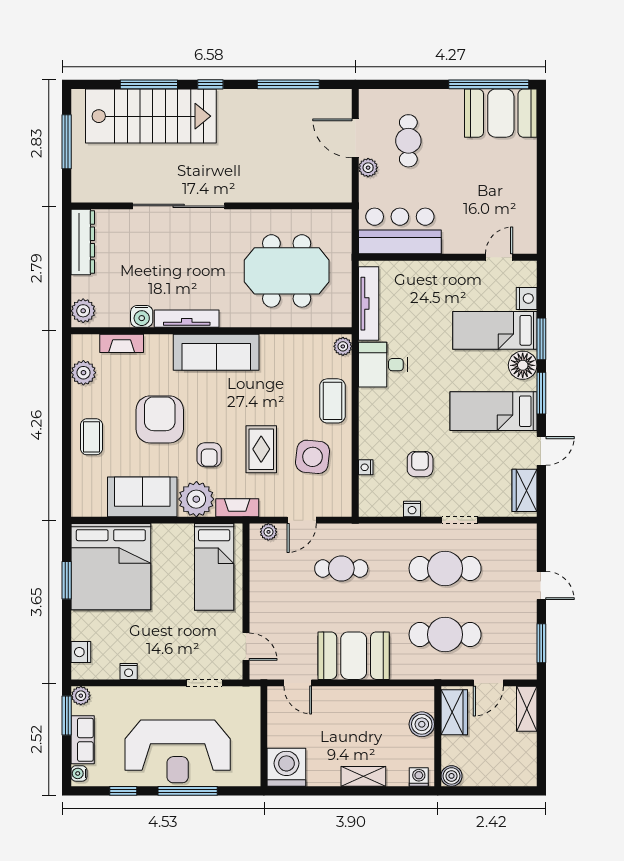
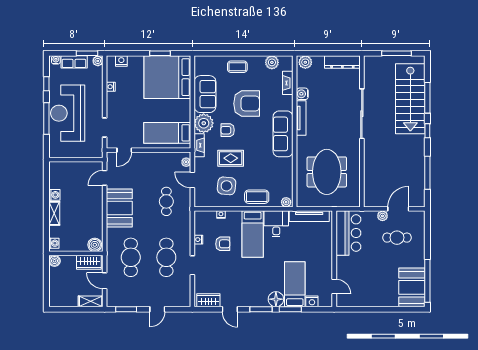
bed: (494, 411) -> (253, 234), moved, turned 180
boiler: (422, 724) -> (95, 245), moved
washing machine: (286, 767) -> (54, 195), moved, width x0.53, depth x0.53

